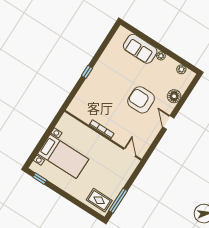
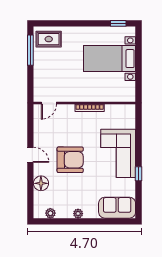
sofa: (140, 49) -> (117, 208), moved
window: (87, 72) -> (139, 174), moved
corner sofa: (102, 82) -> (118, 153), added
door: (130, 152) -> (49, 103), hinge flipped

